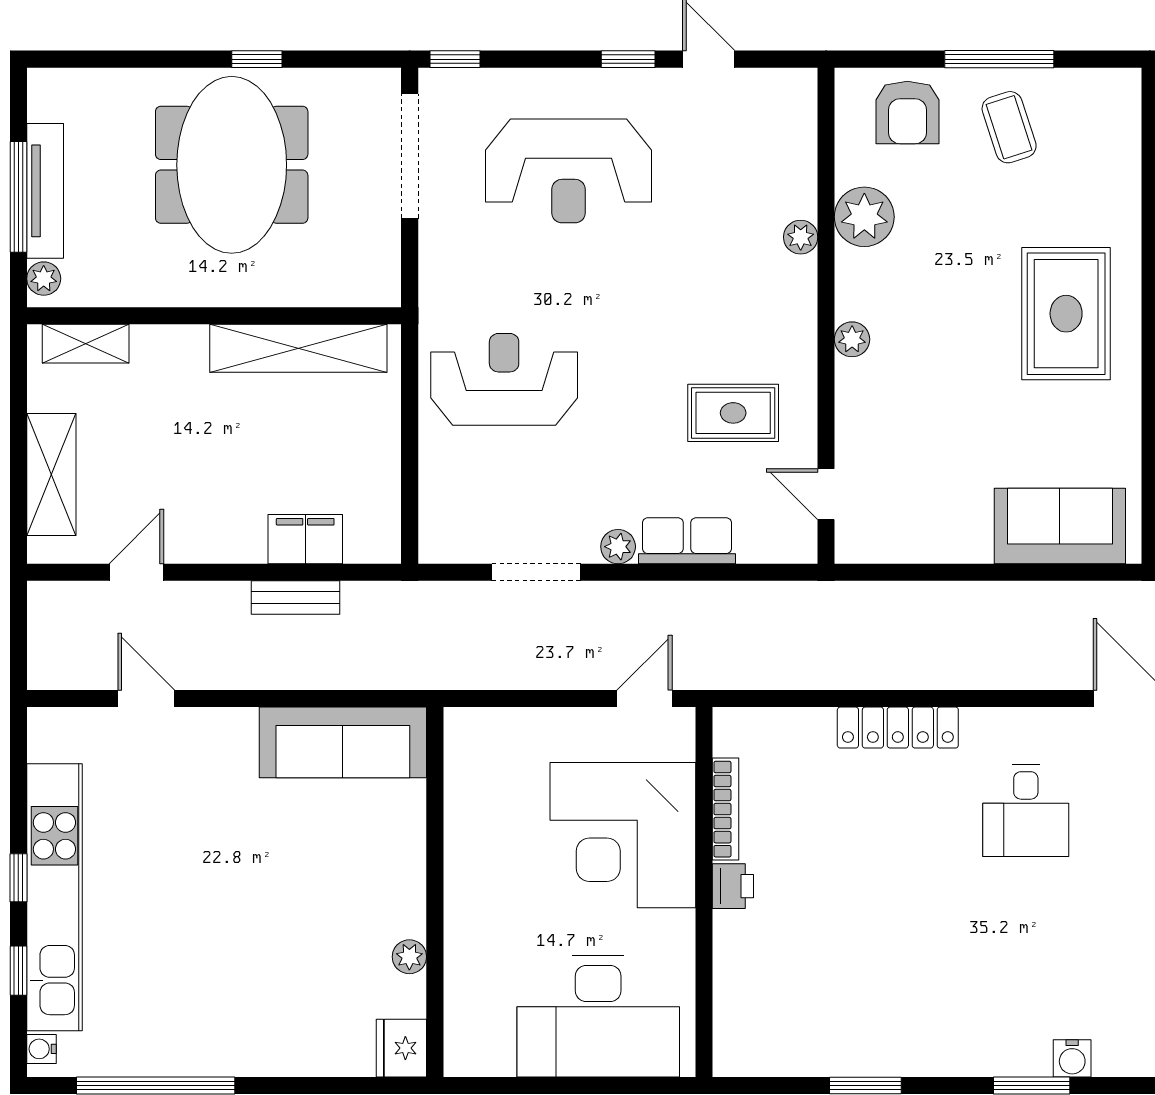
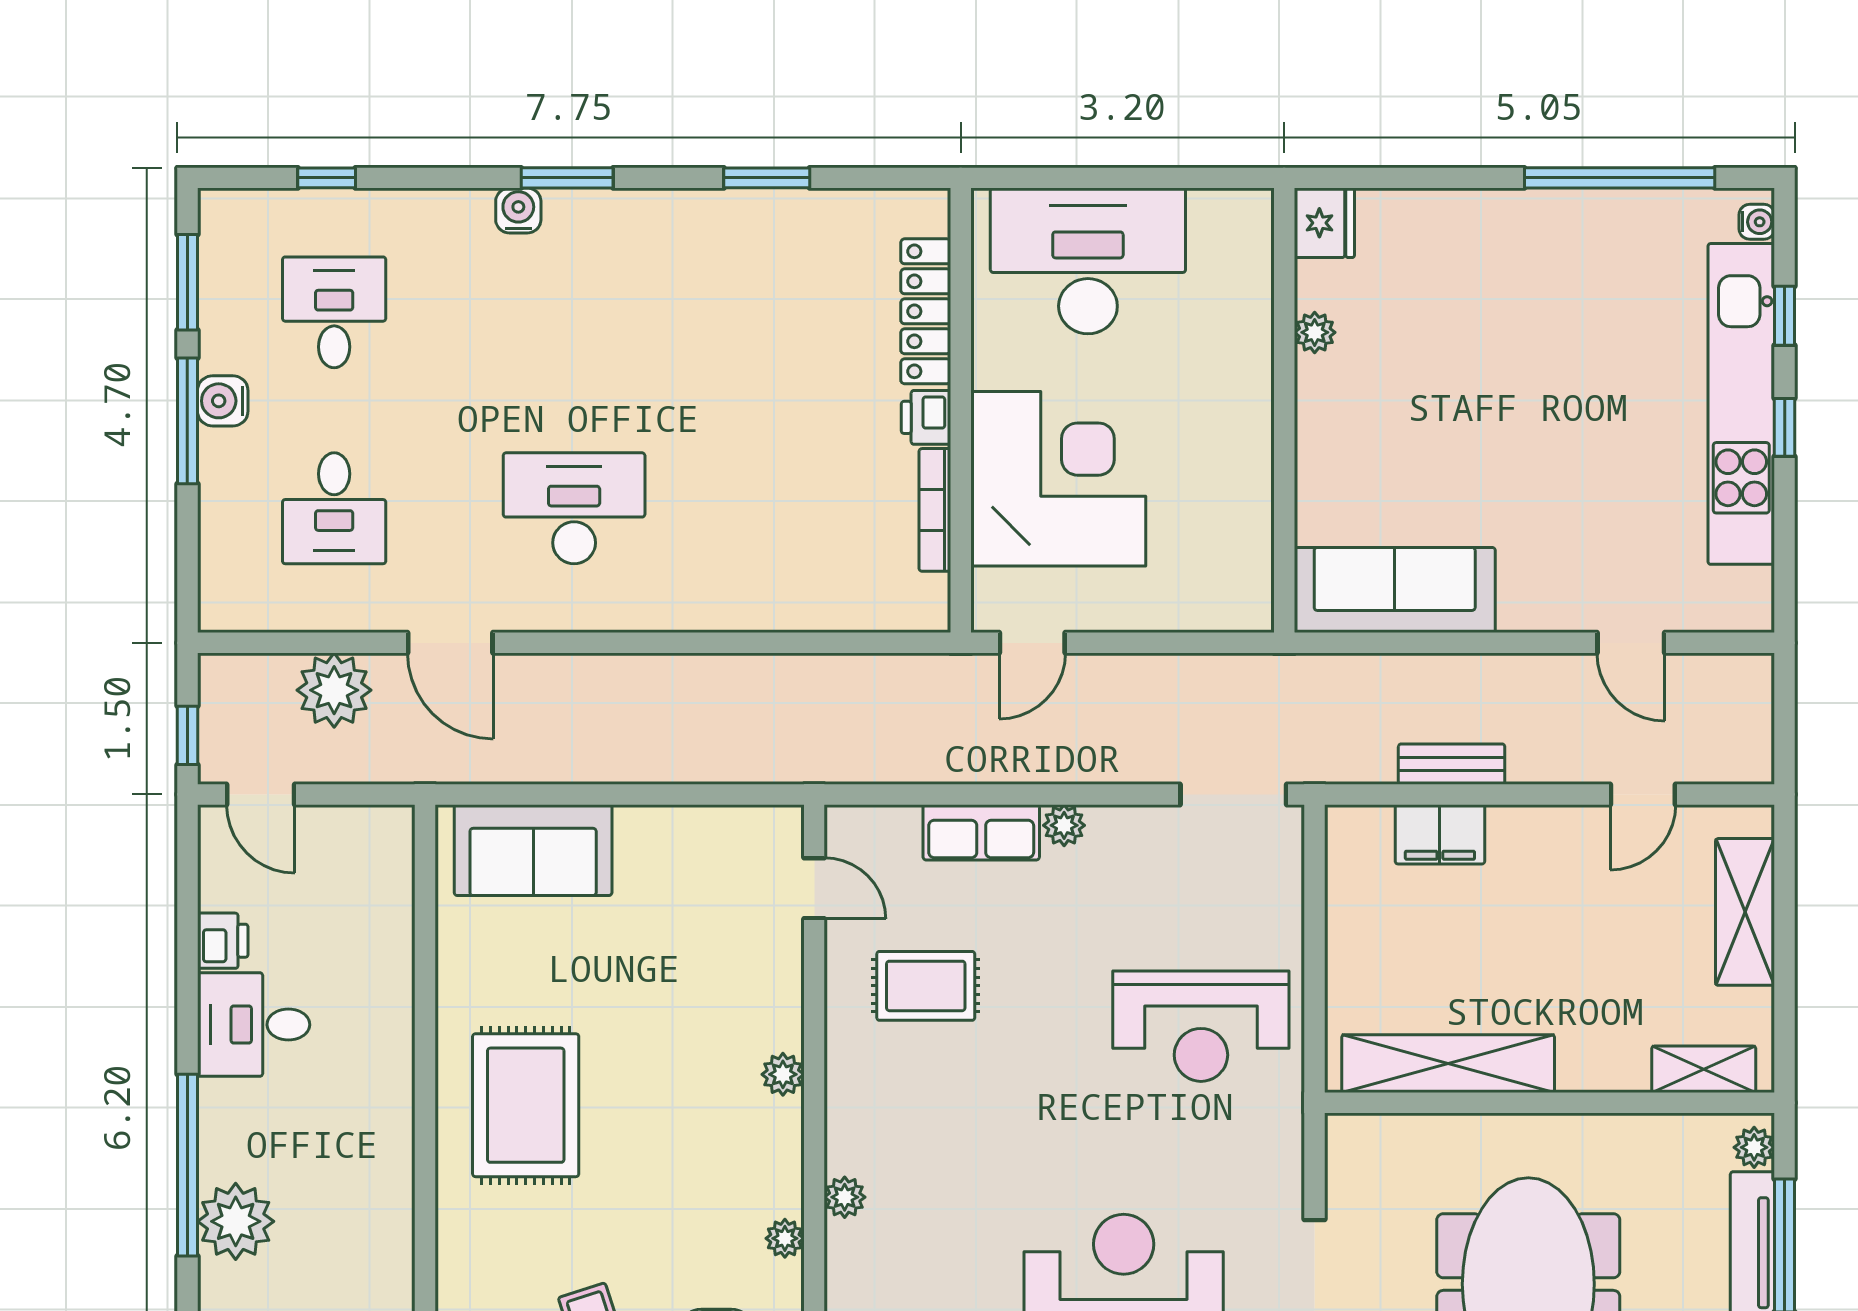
plant: (864, 217) -> (785, 1238), width x0.53, depth x0.53
doorway: (536, 572) -> (1233, 794), moved
locker: (898, 728) -> (926, 311), moved, turned -90
desk: (1026, 810) -> (574, 508), width x1.37

